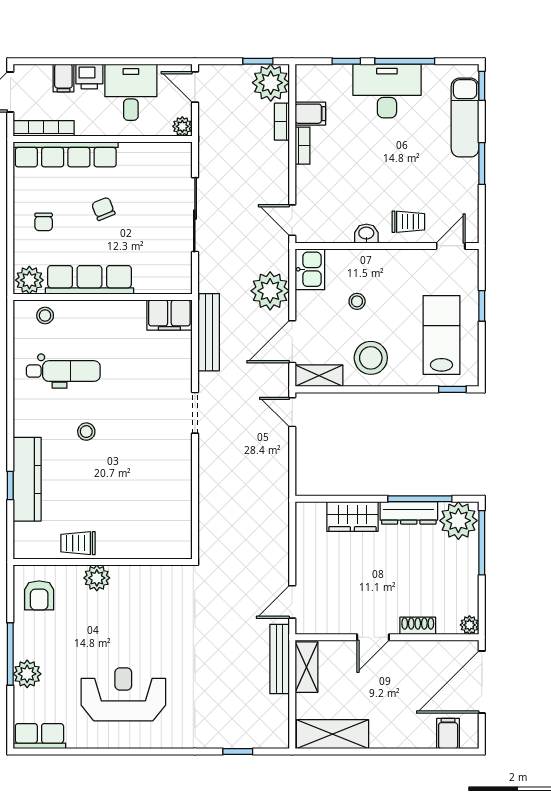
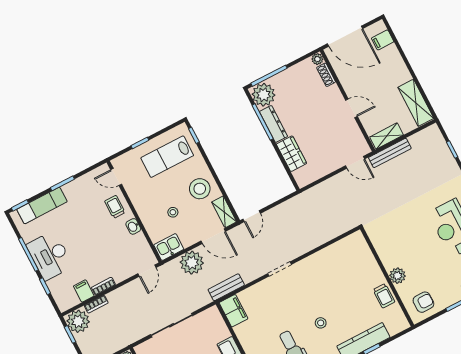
bench: (209, 332) -> (226, 287), width x0.73
shoe rack: (418, 626) -> (326, 75), moved

